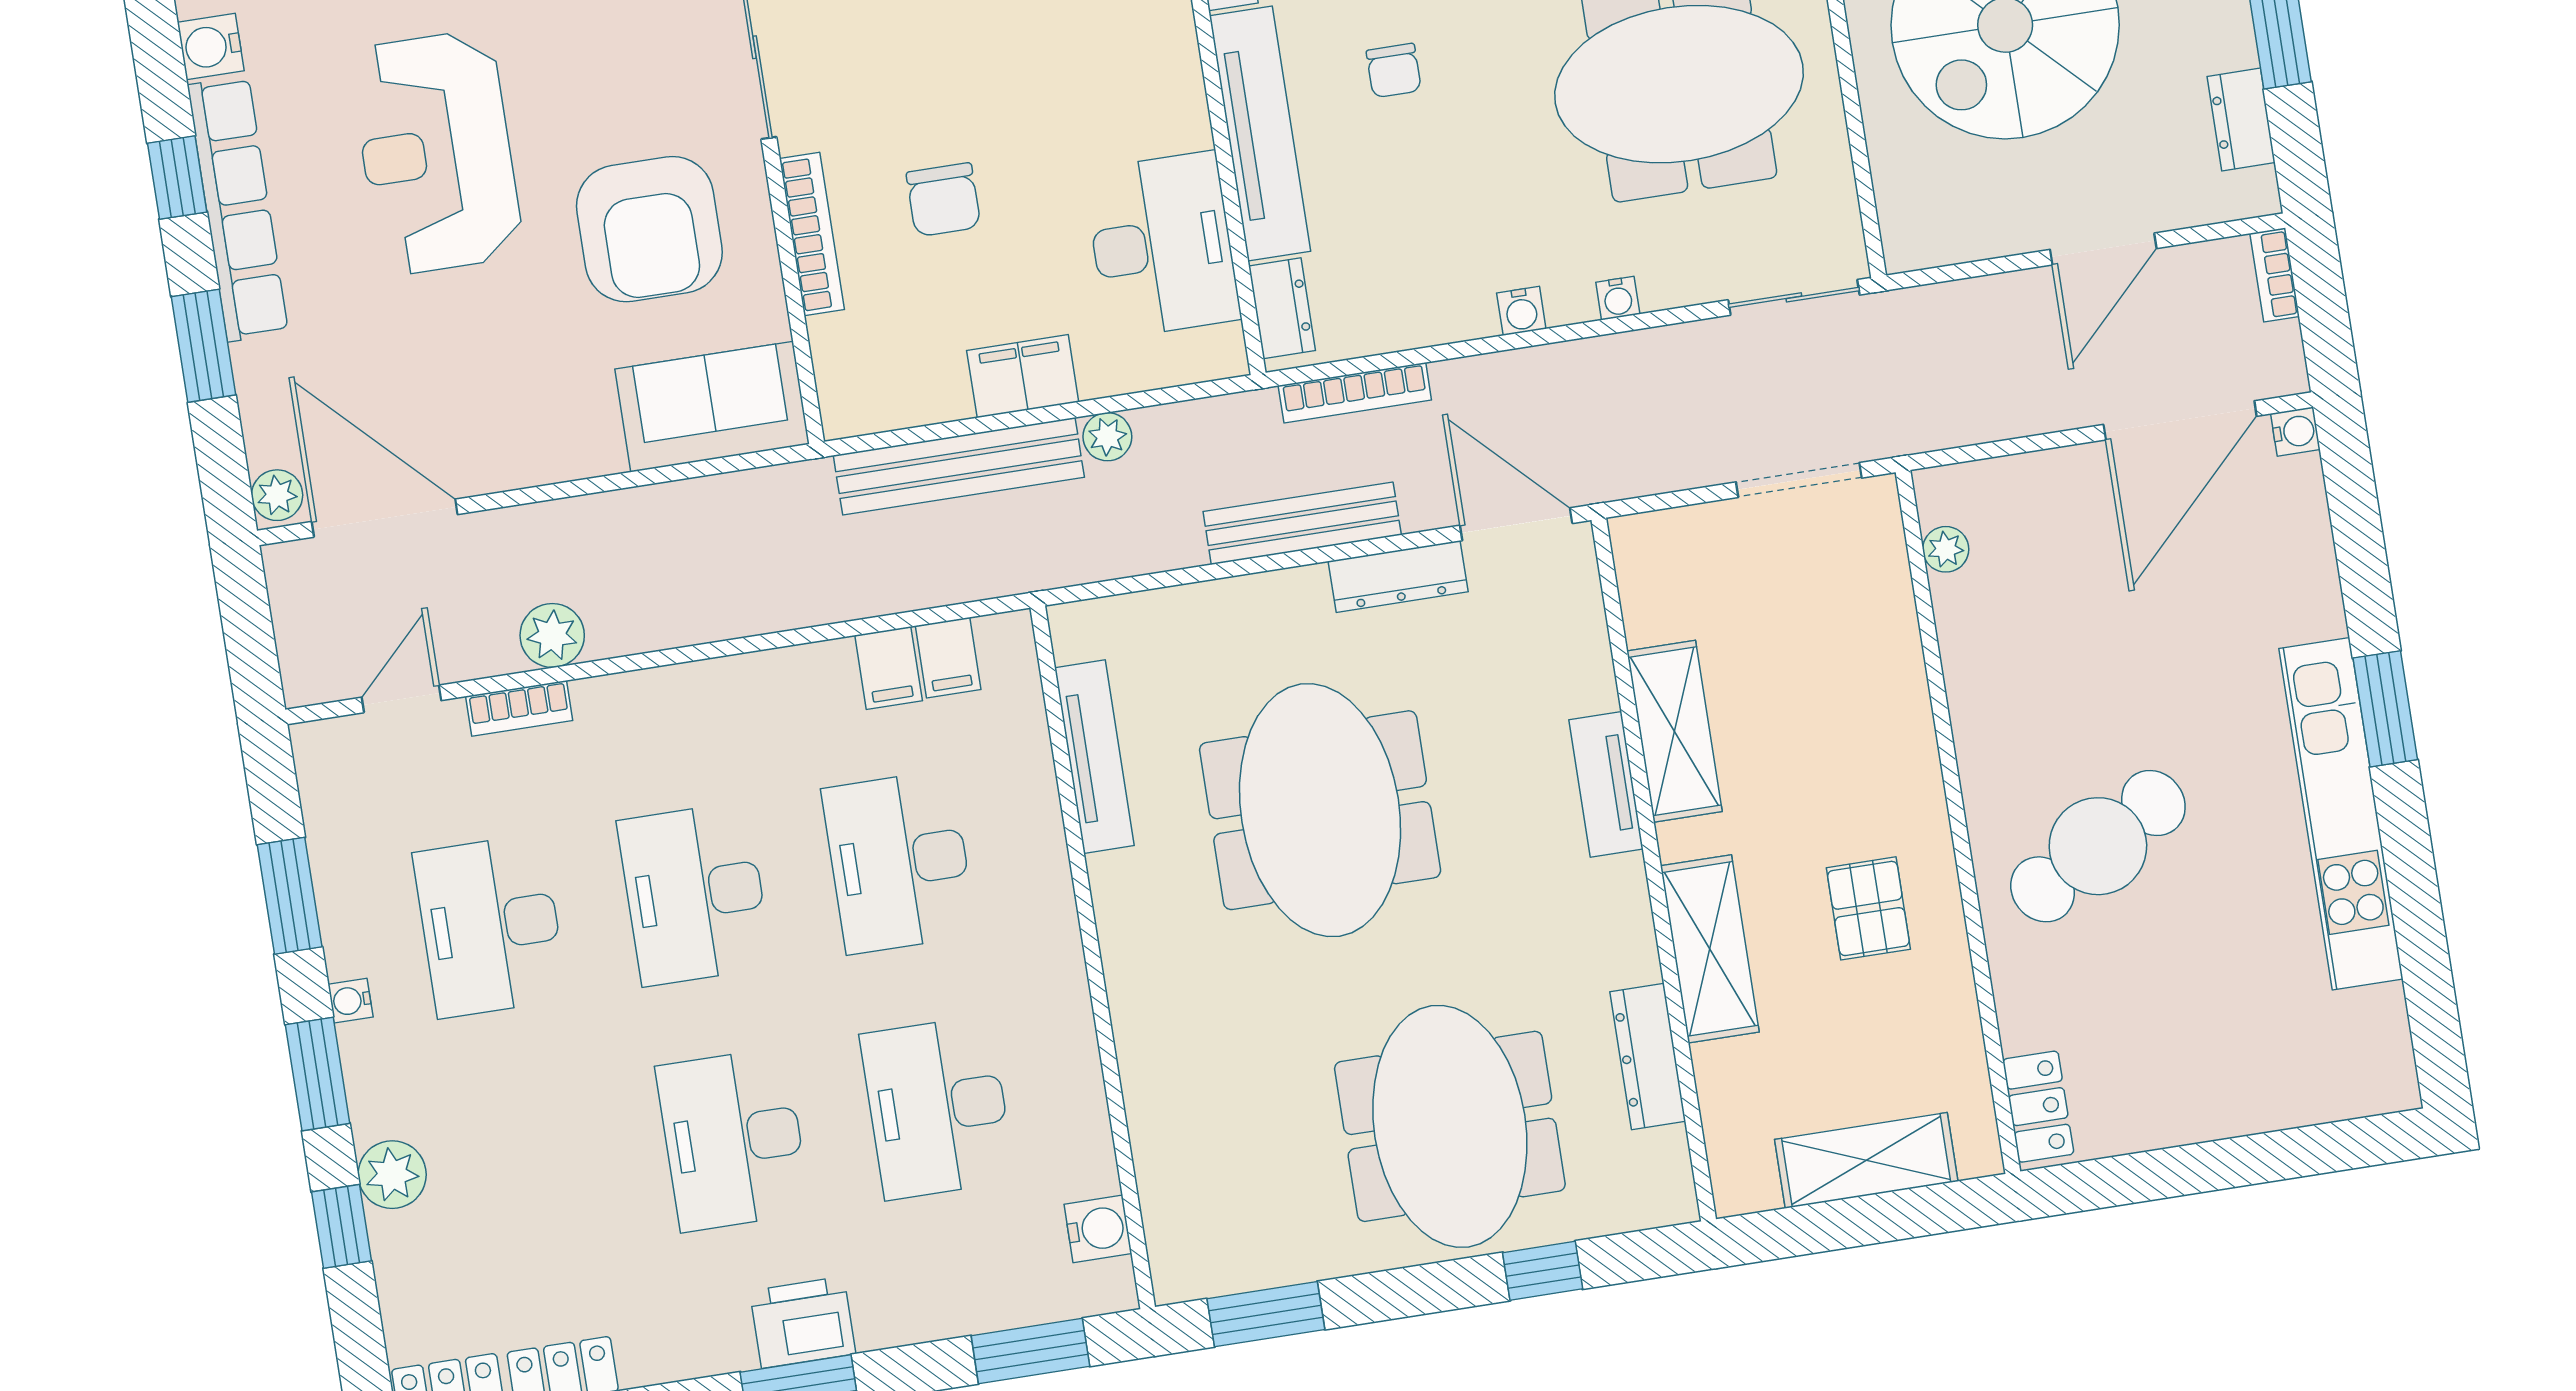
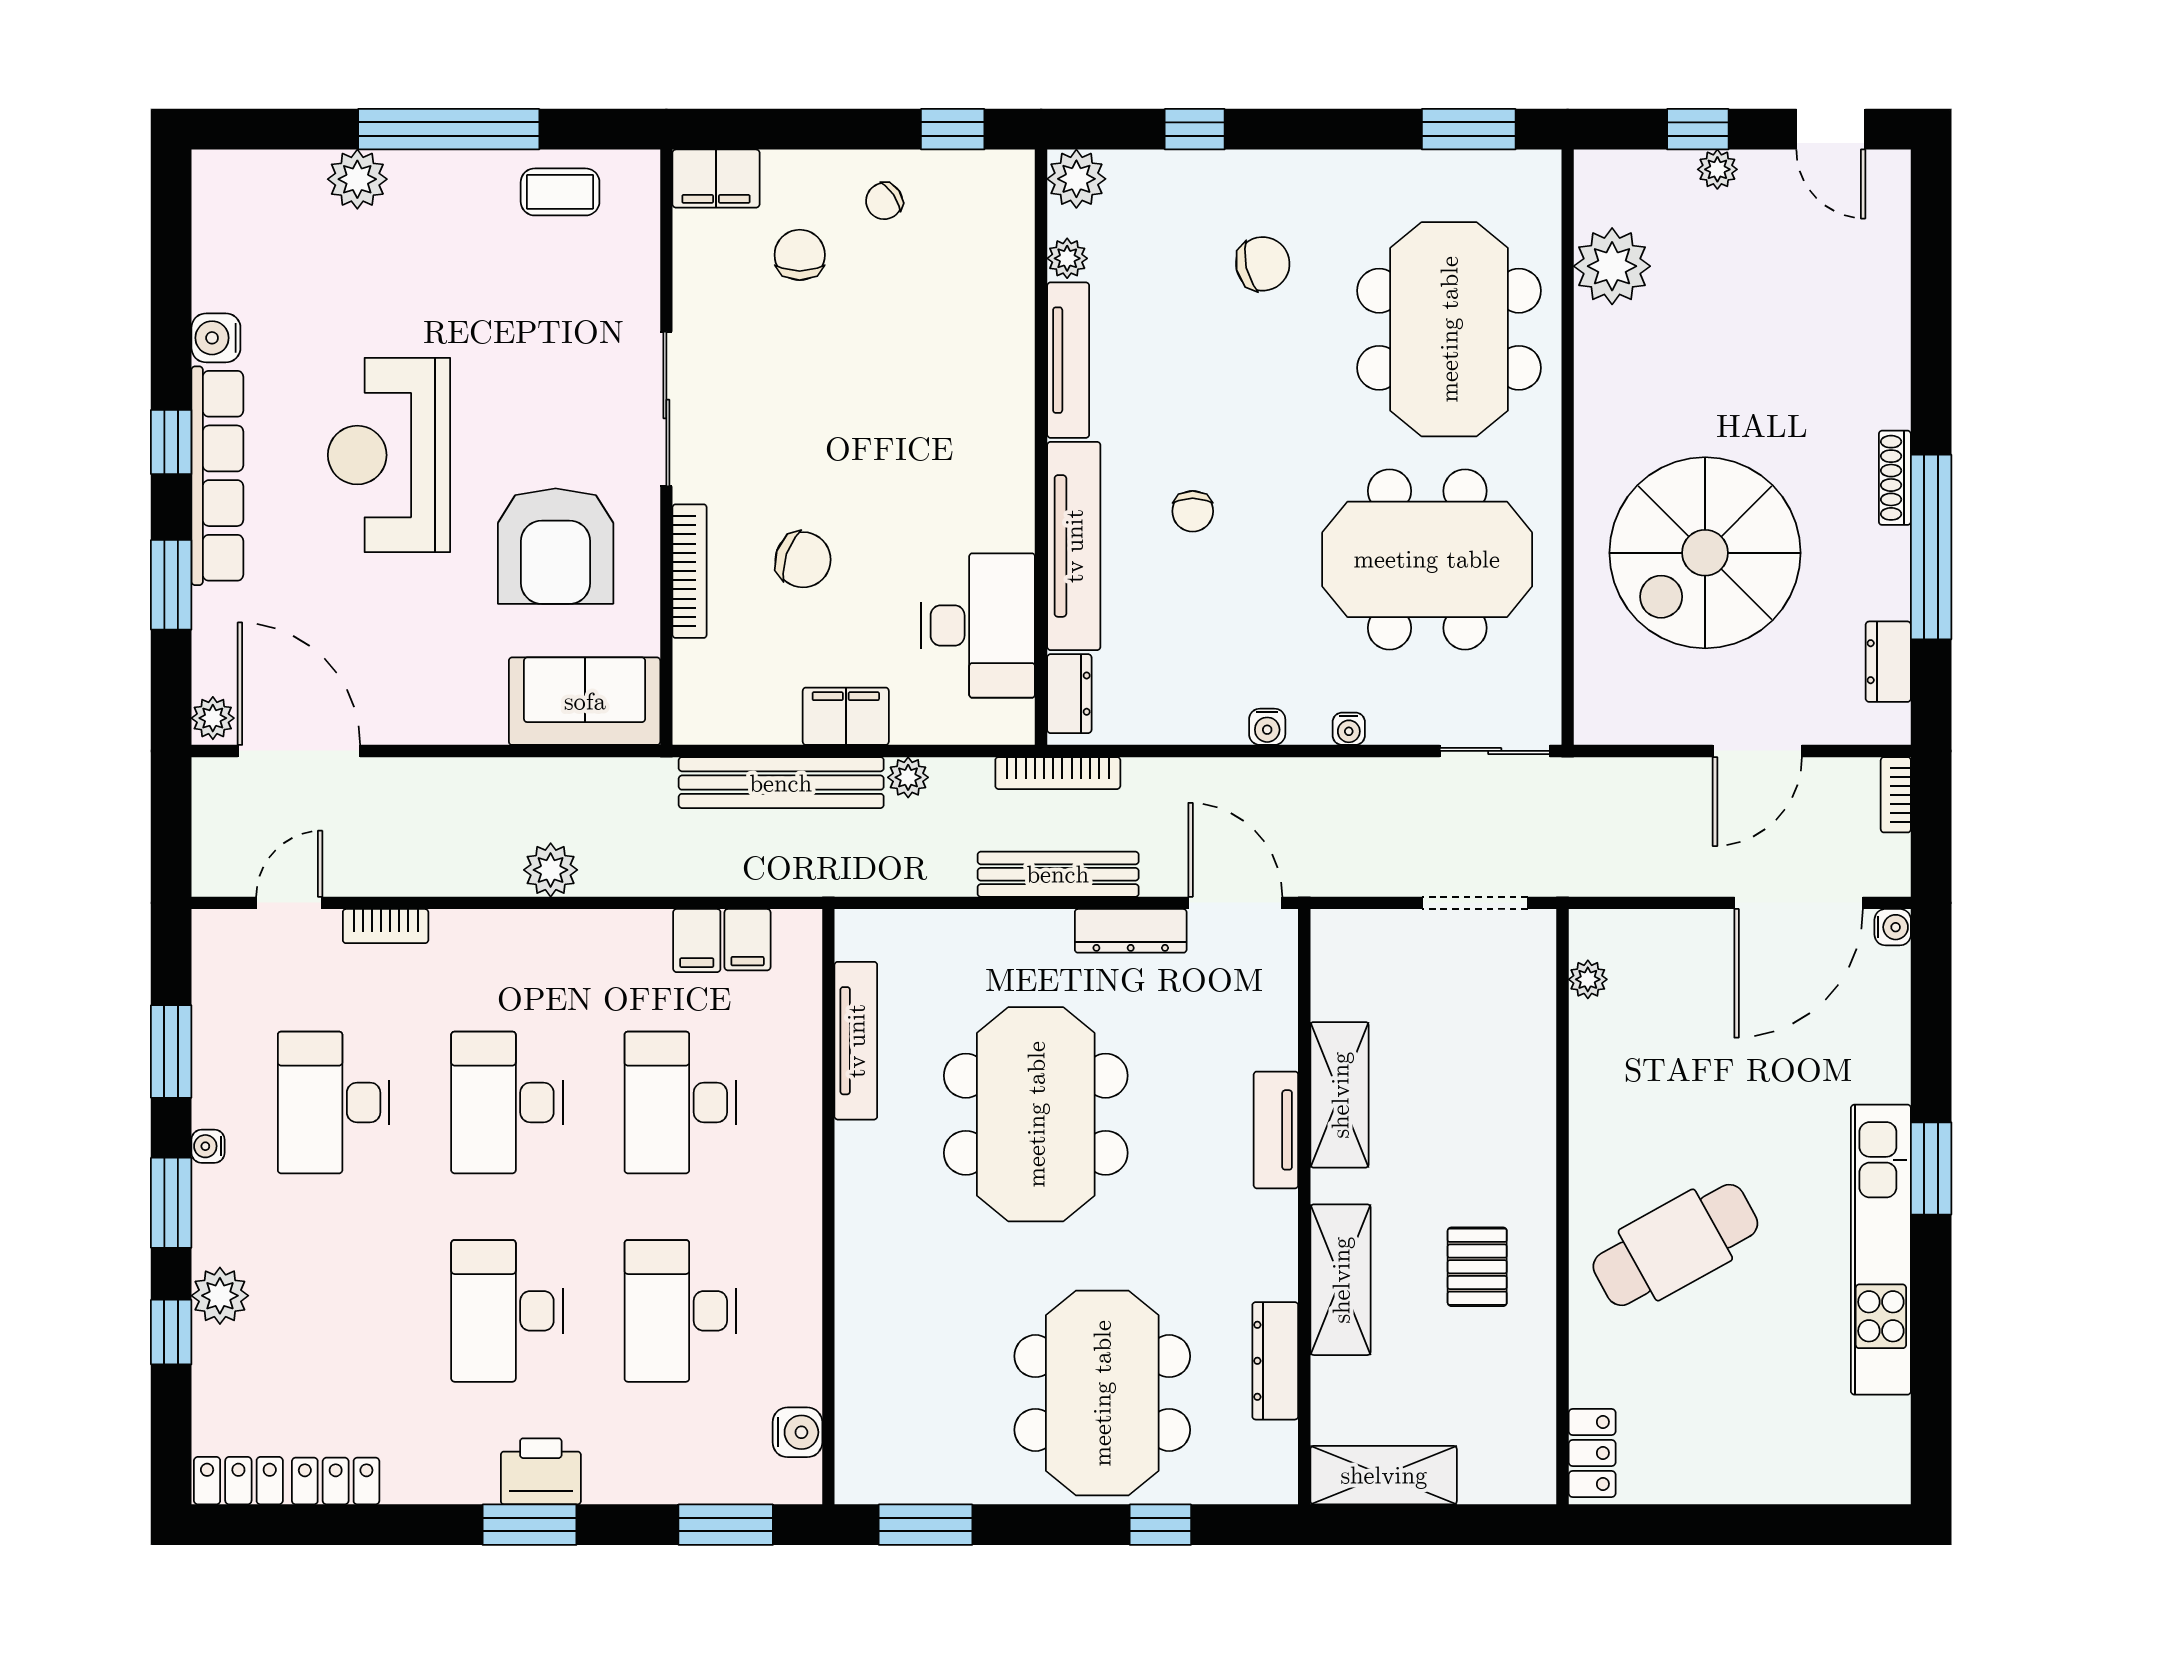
chair: (943, 200) -> (803, 560), turned -71
bookcase: (1355, 393) -> (1058, 773), moved
plant: (552, 635) -> (551, 870), moved
shelving: (1866, 1160) -> (1384, 1475), moved

